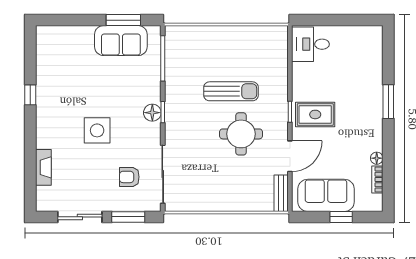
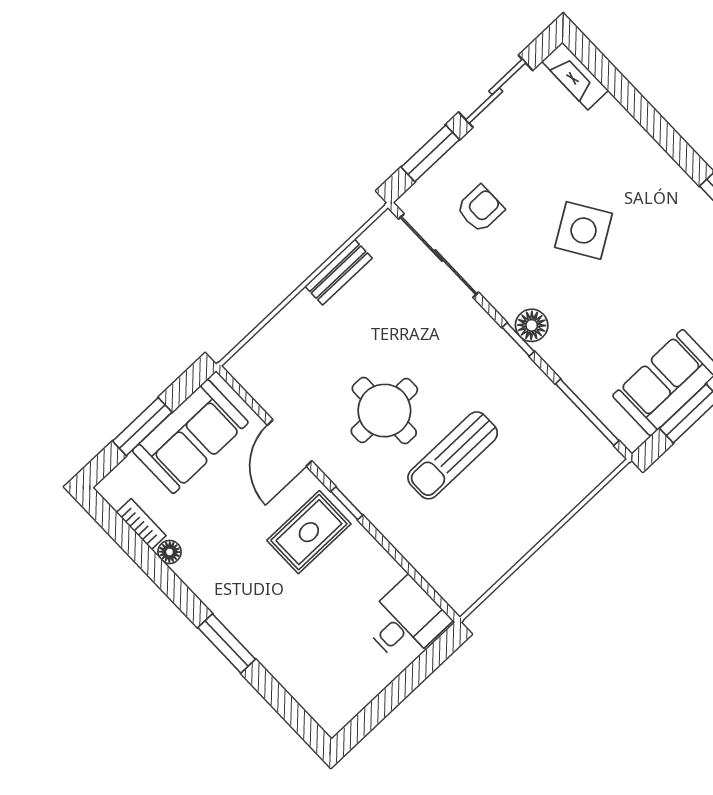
side table: (97, 130) -> (584, 230), turned -32
fireplace: (43, 167) -> (575, 76), moved
bench: (281, 193) -> (339, 272), moved, turned 90
window: (341, 217) -> (142, 427), width x1.50

